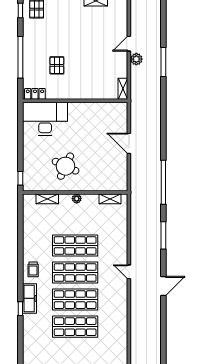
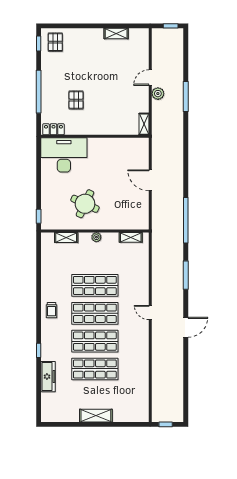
freezer: (30, 298) -> (48, 377), moved

